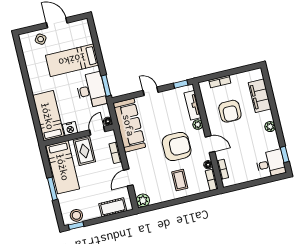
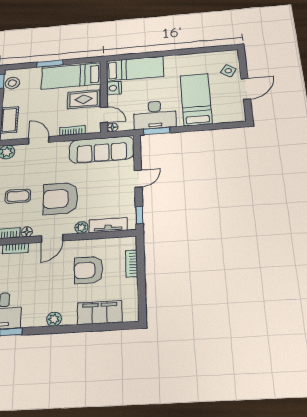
armchair: (177, 147) -> (60, 199), turned 90

